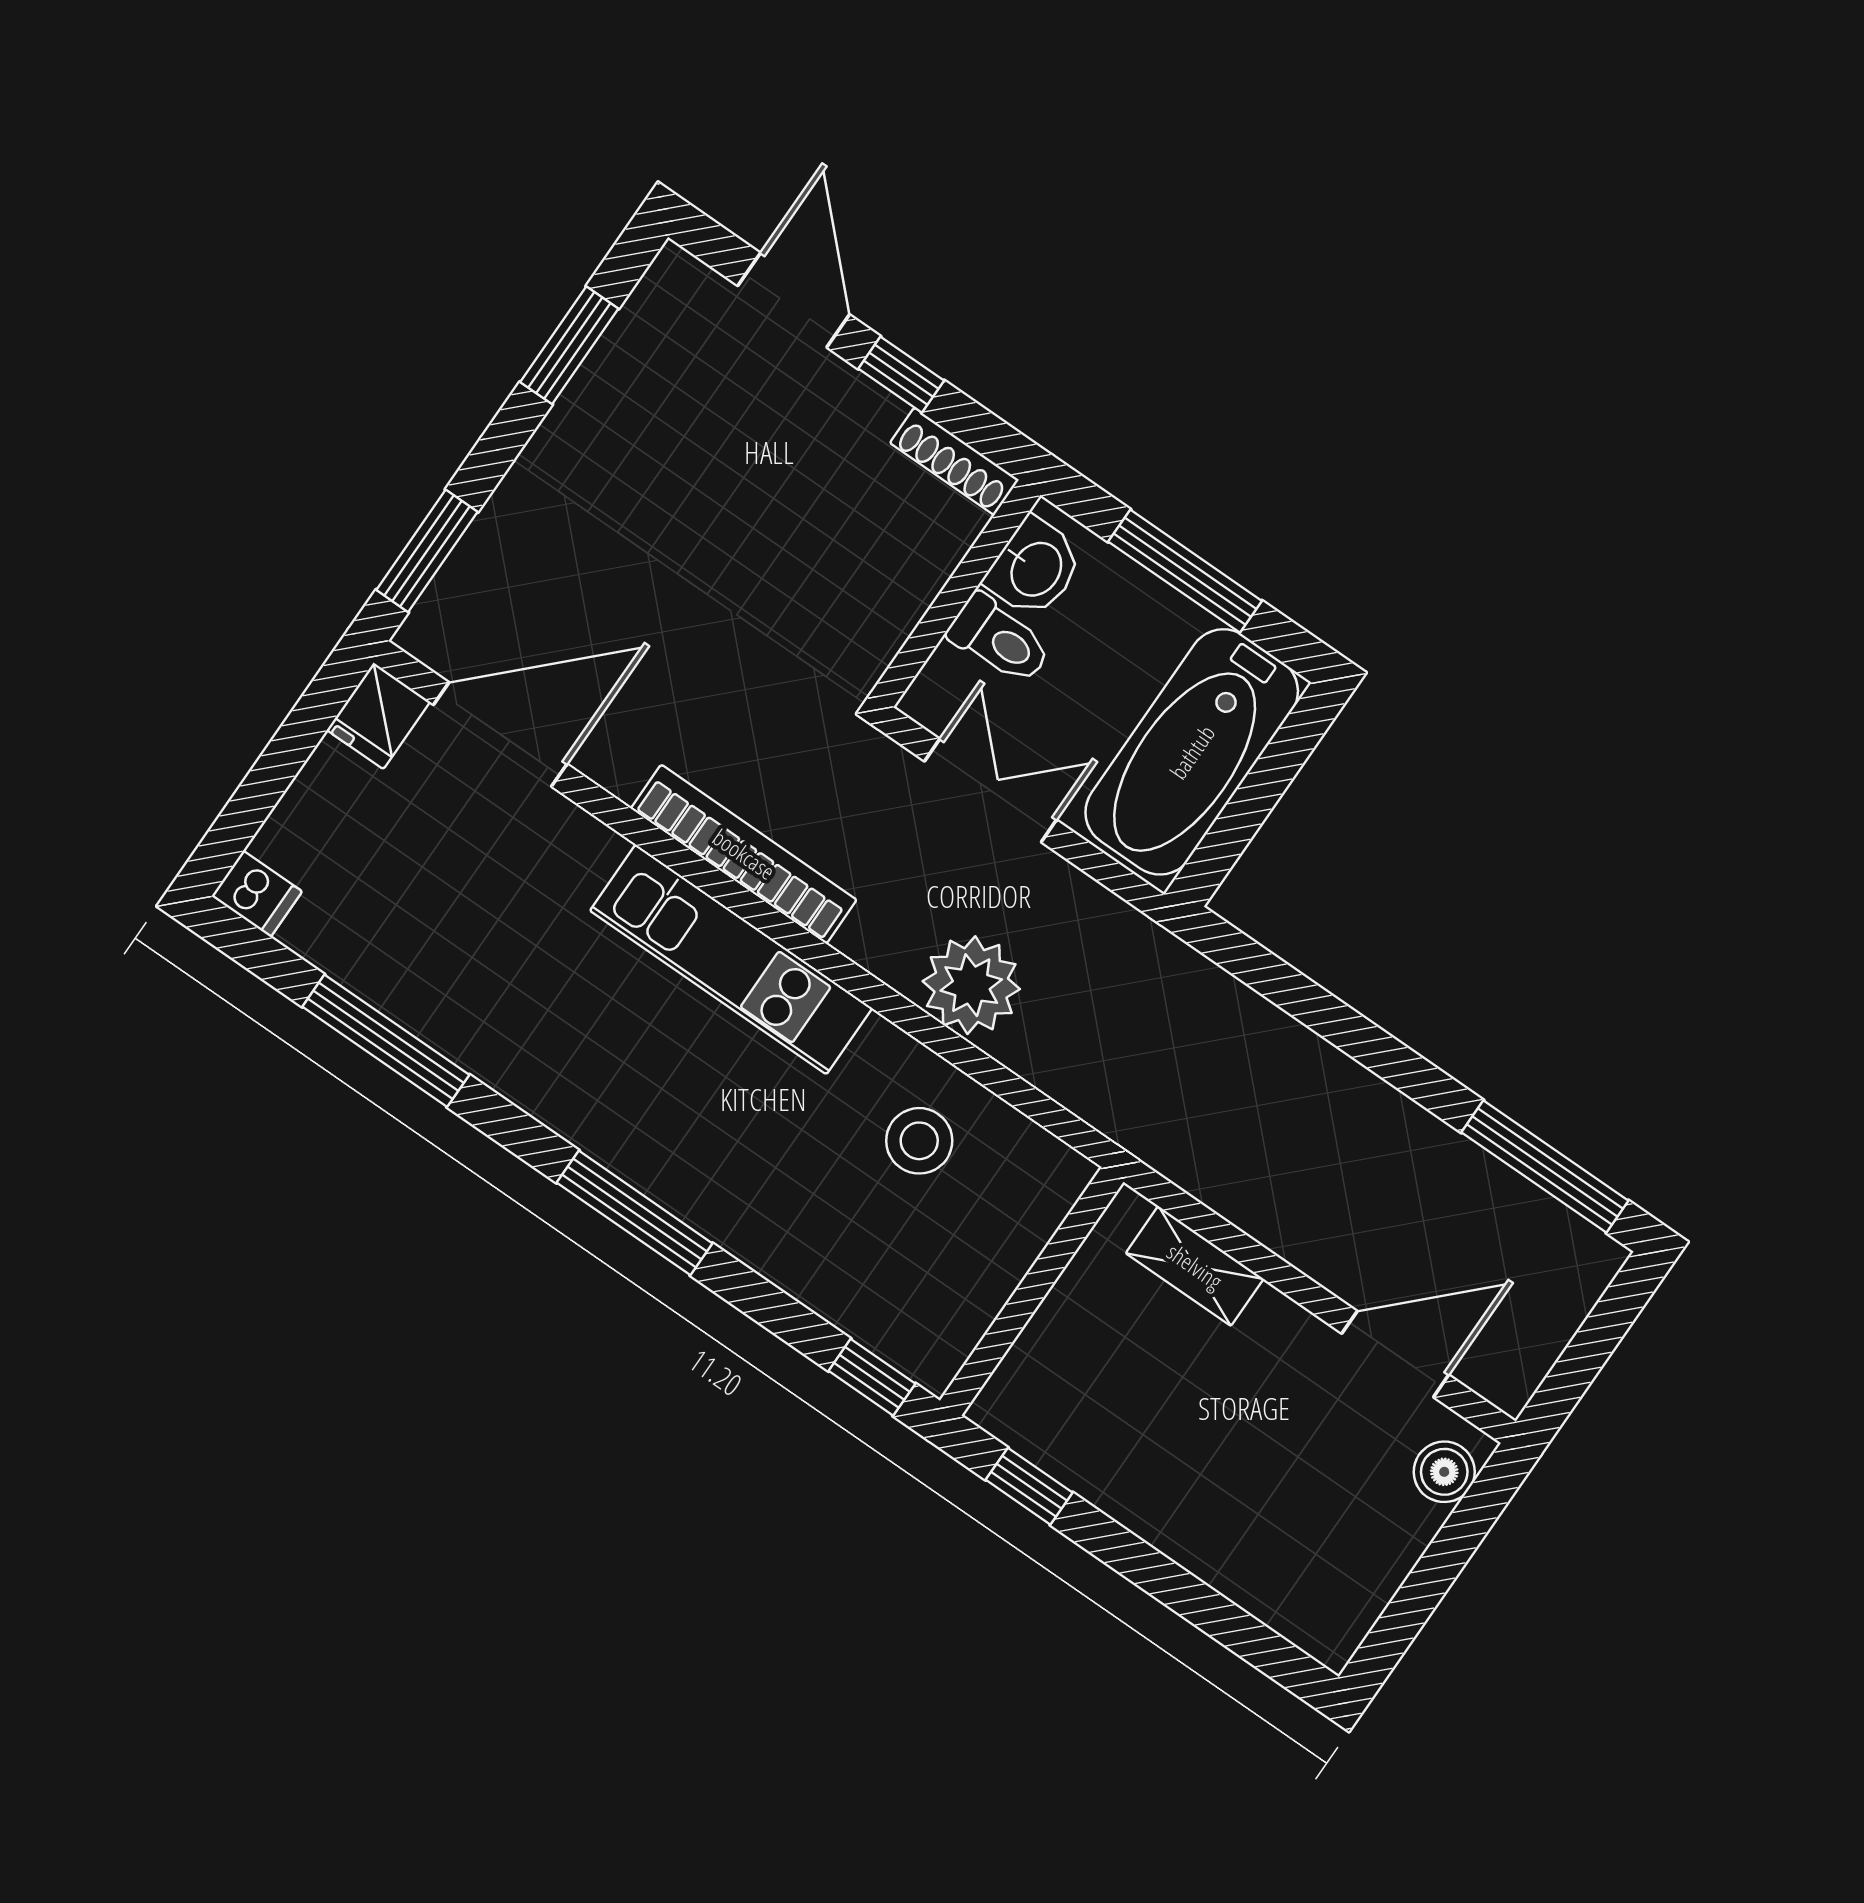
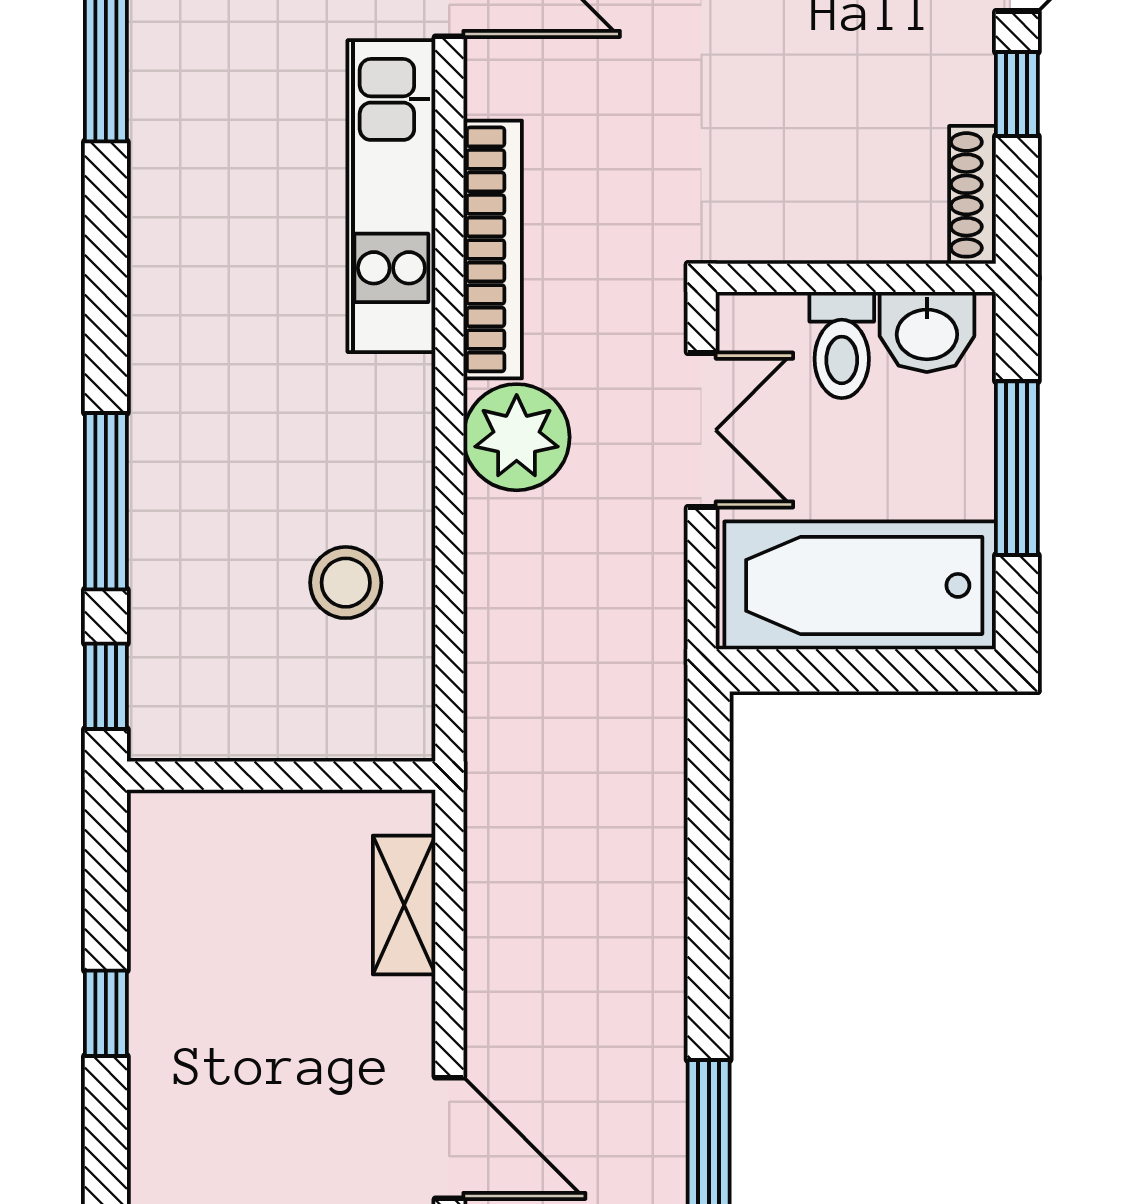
kitchen unit: (731, 959) -> (391, 196), moved
plant: (971, 985) -> (517, 437), moved
window: (635, 1213) -> (106, 501), moved
window: (1029, 1486) -> (106, 1013), moved

